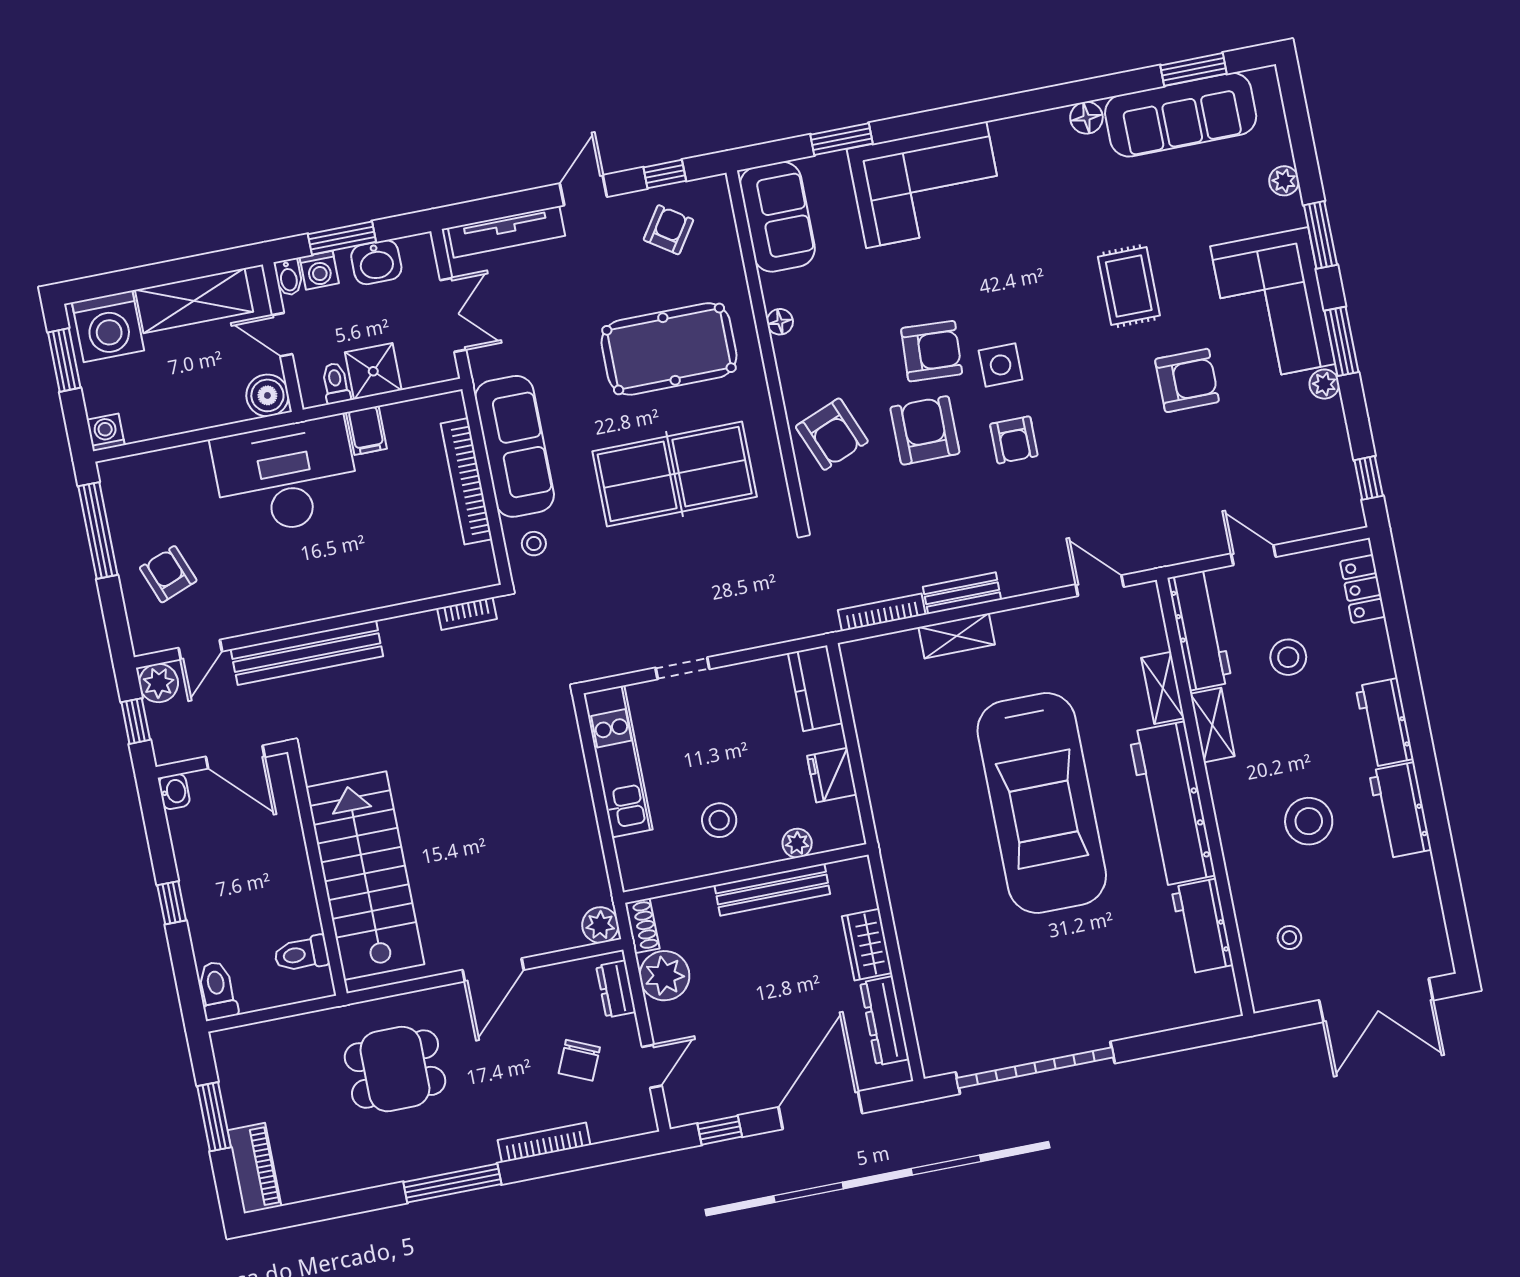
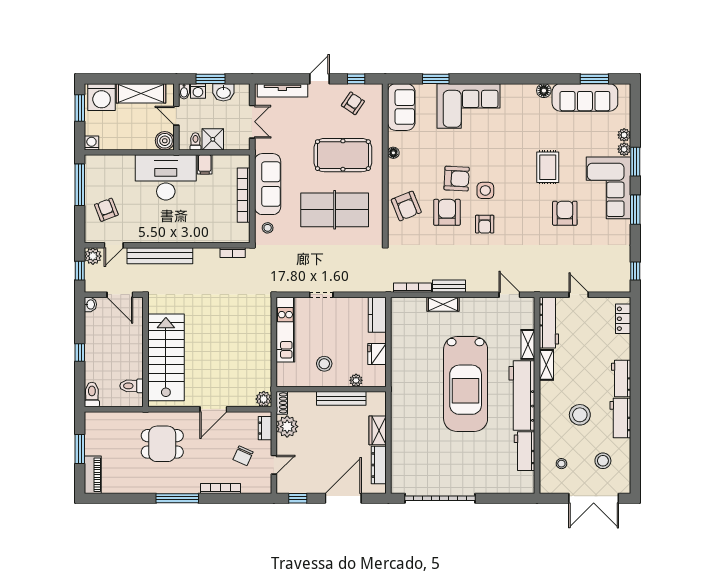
armchair: (1187, 380) -> (565, 213), turned -90
plant: (1324, 384) -> (624, 149), moved
stool: (1288, 657) -> (603, 461), moved

